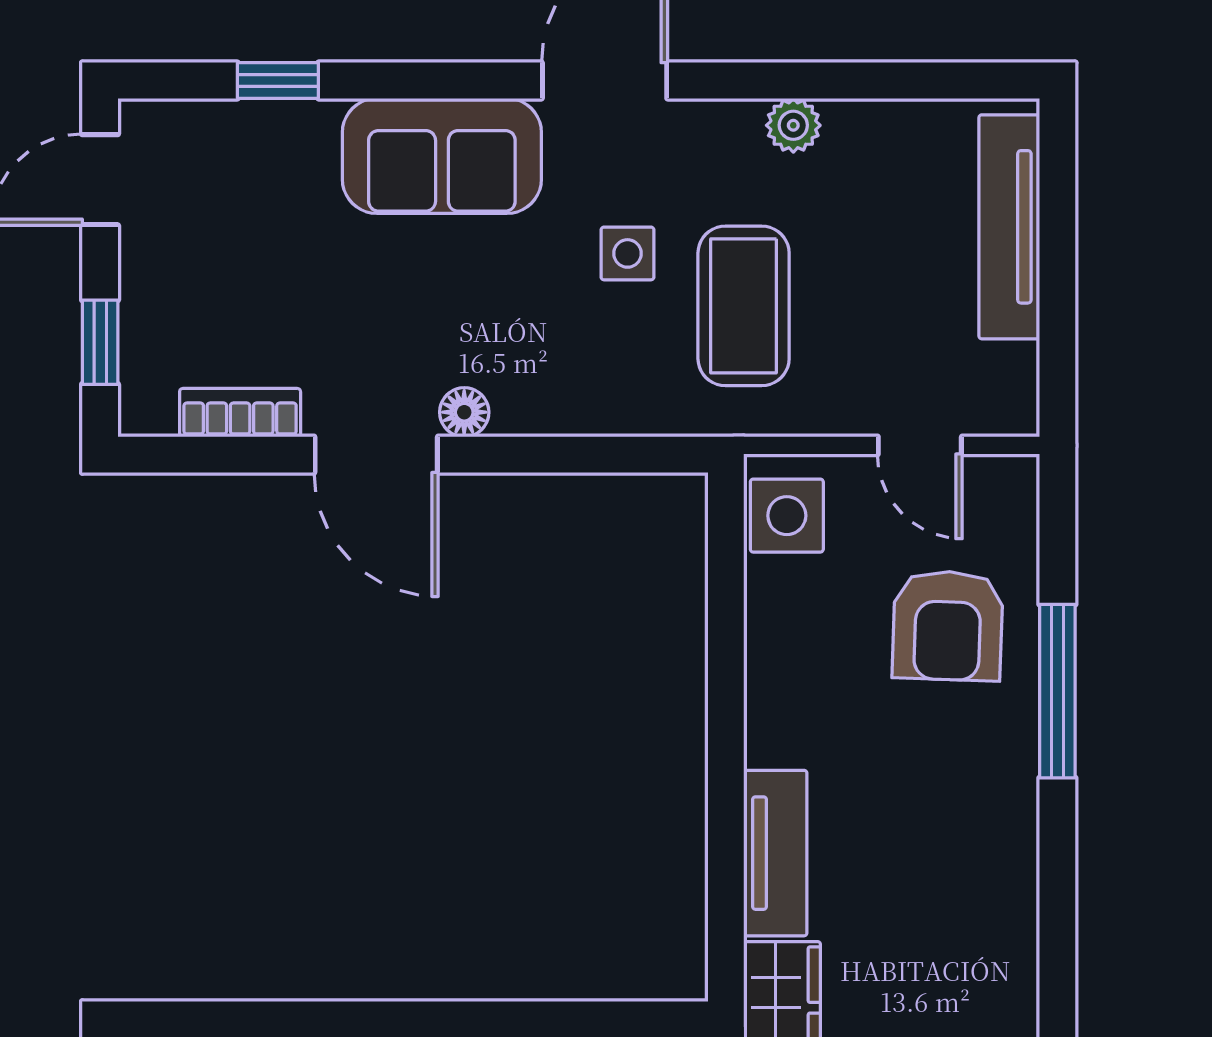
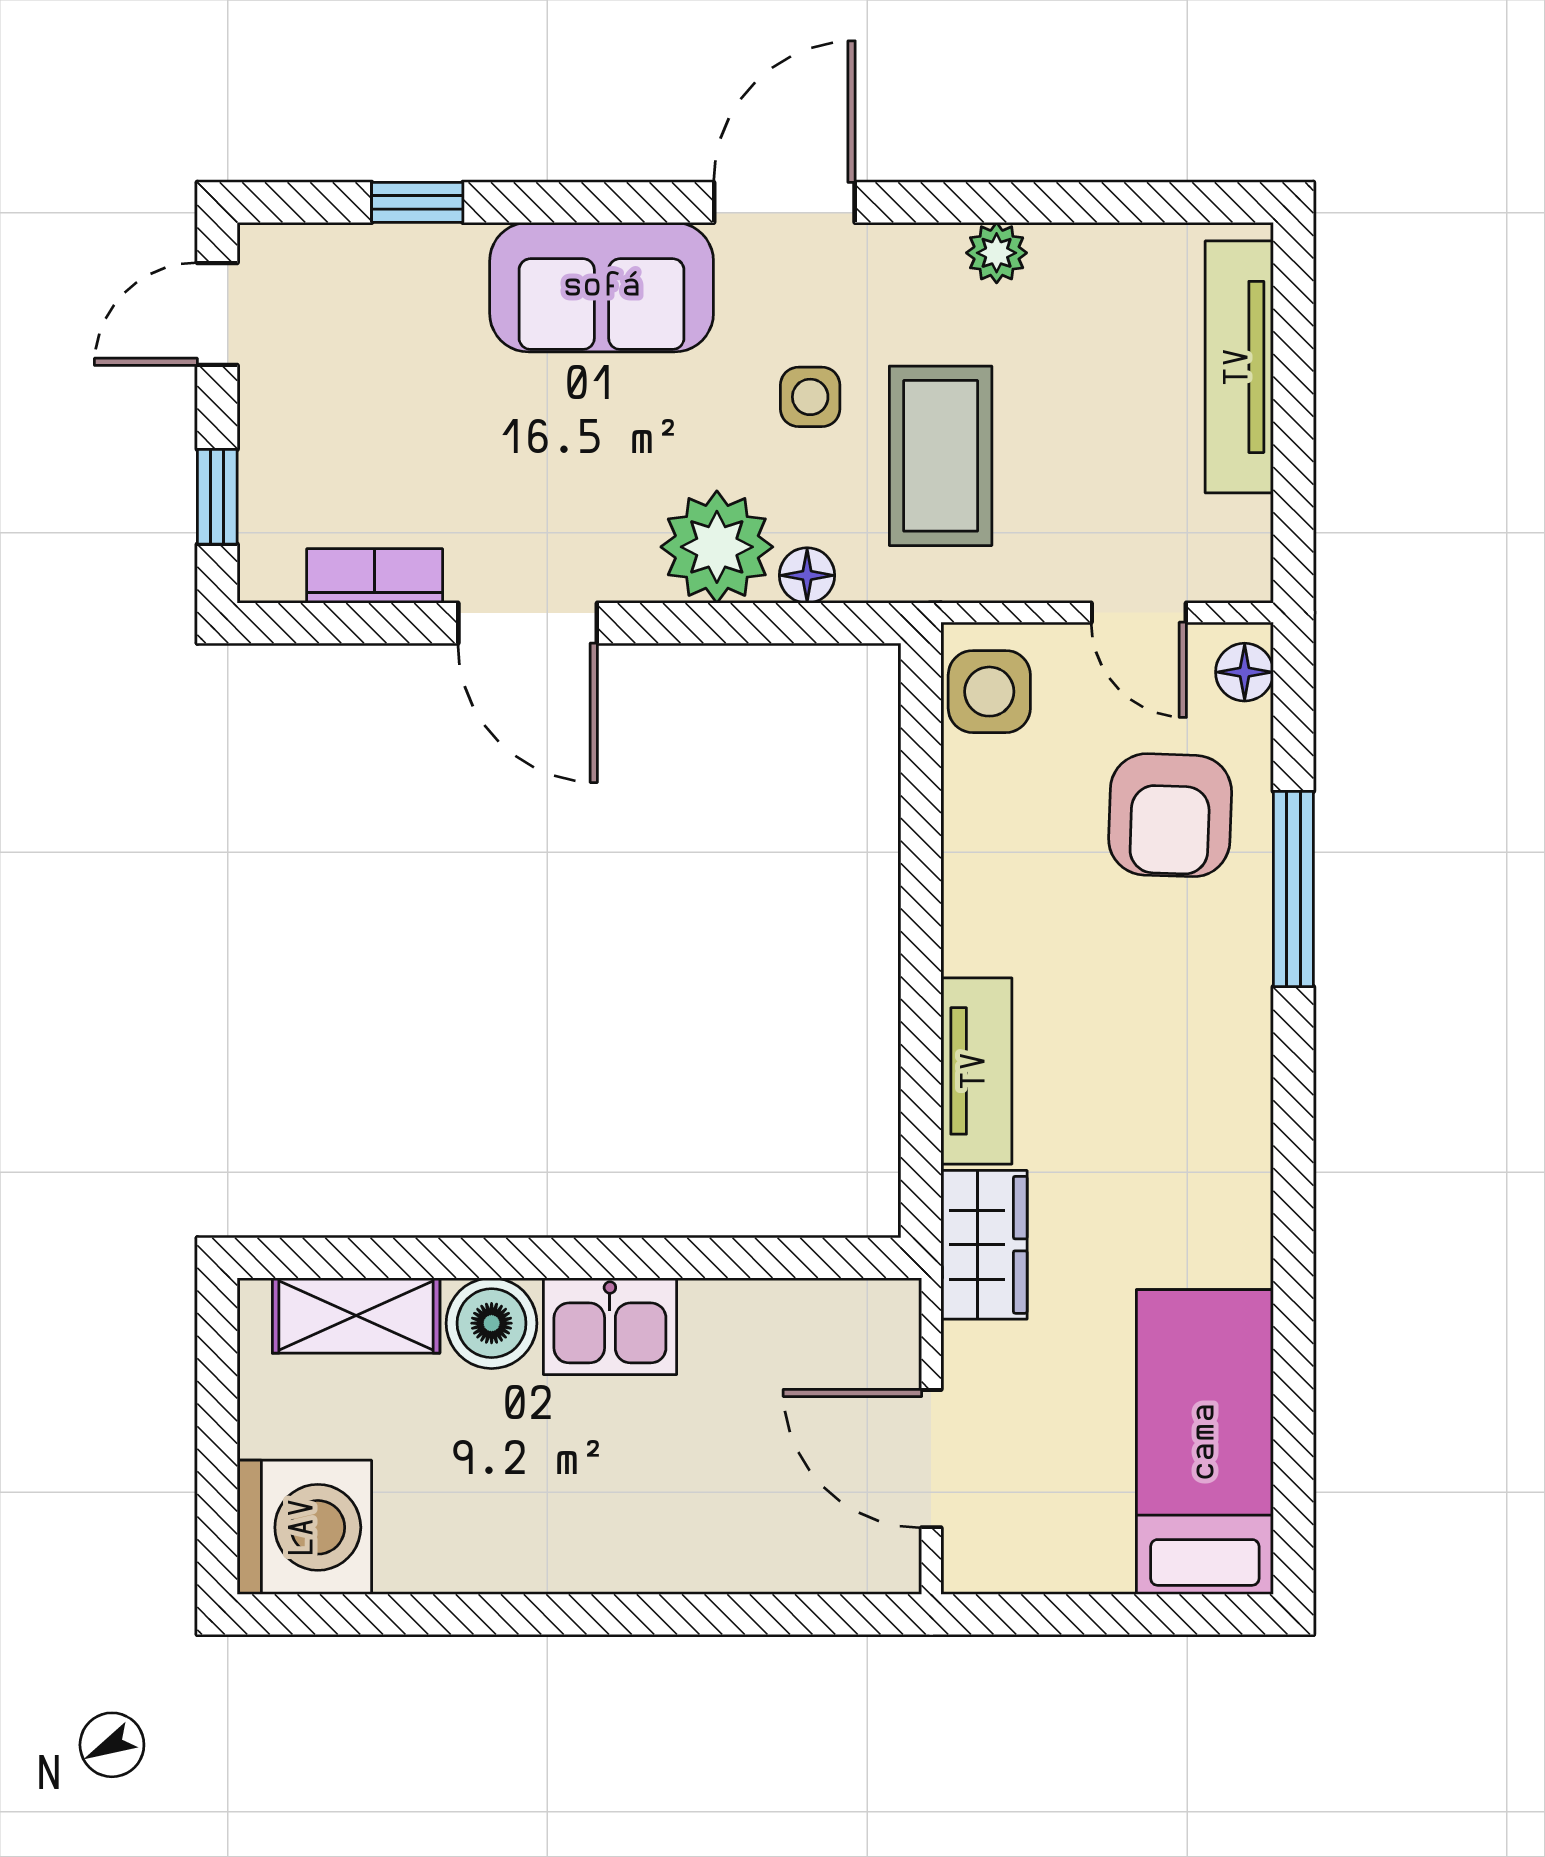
plant: (544, 387) -> (717, 547), added
floor lamp: (464, 412) -> (807, 575), moved
floor lamp: (1014, 498) -> (1245, 672), added

